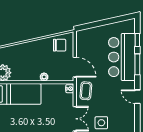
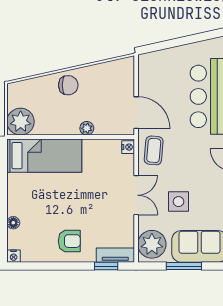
chair: (60, 45) -> (68, 85), moved

